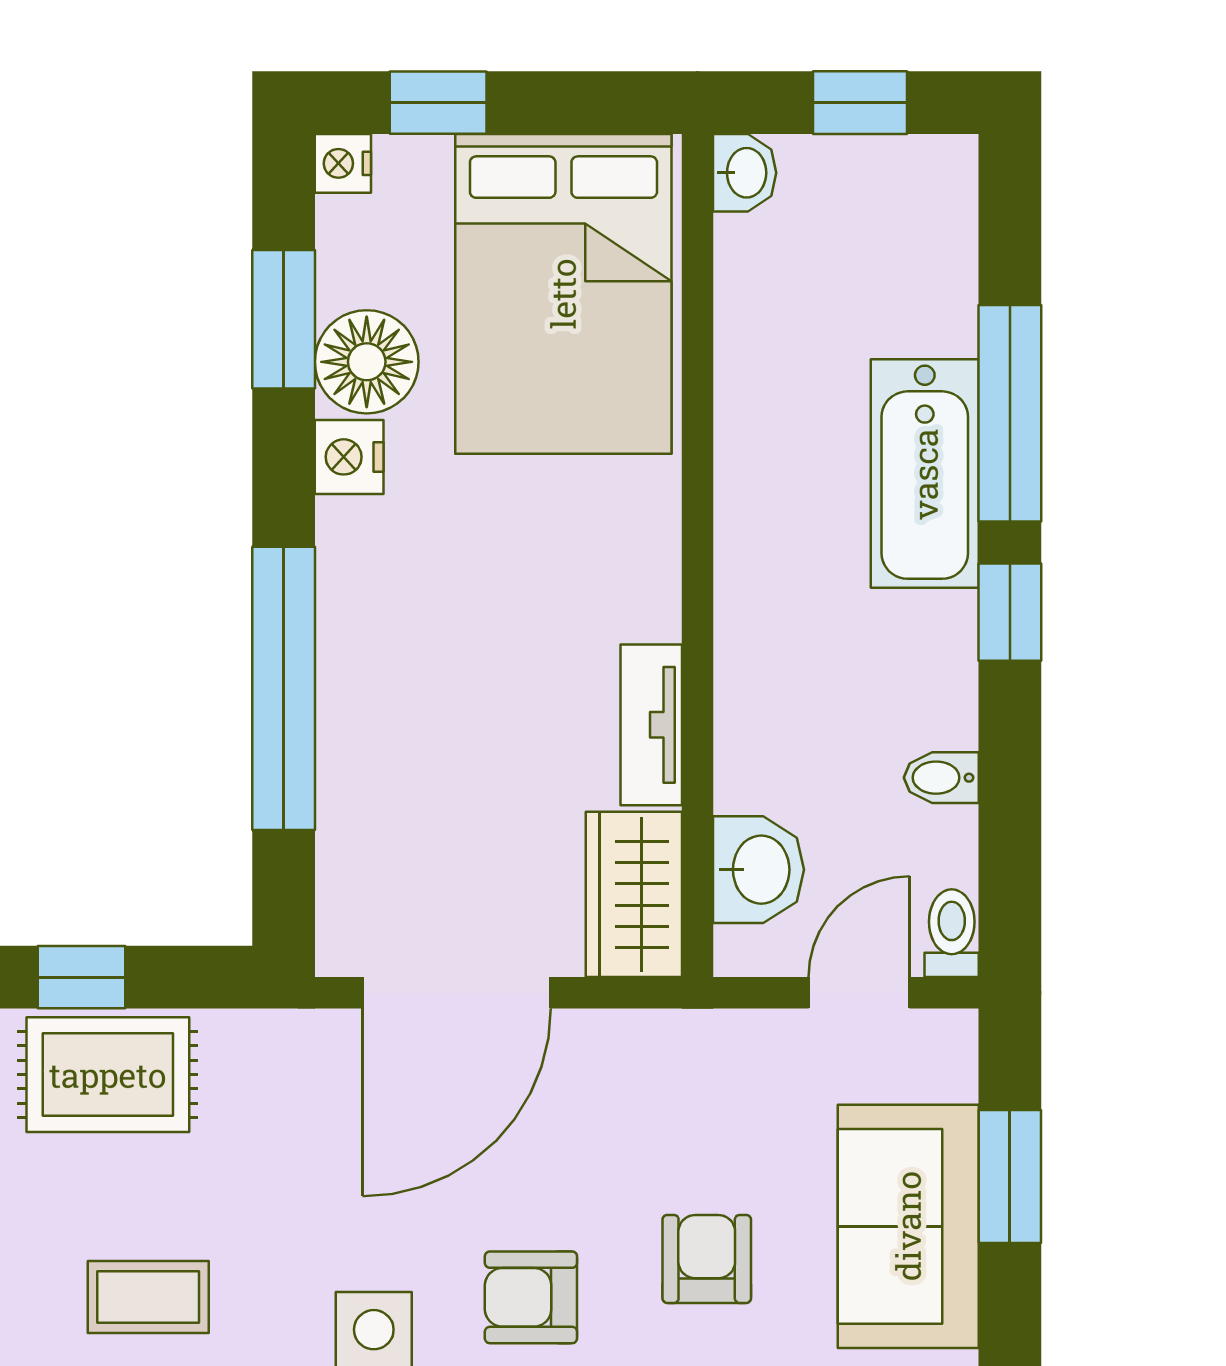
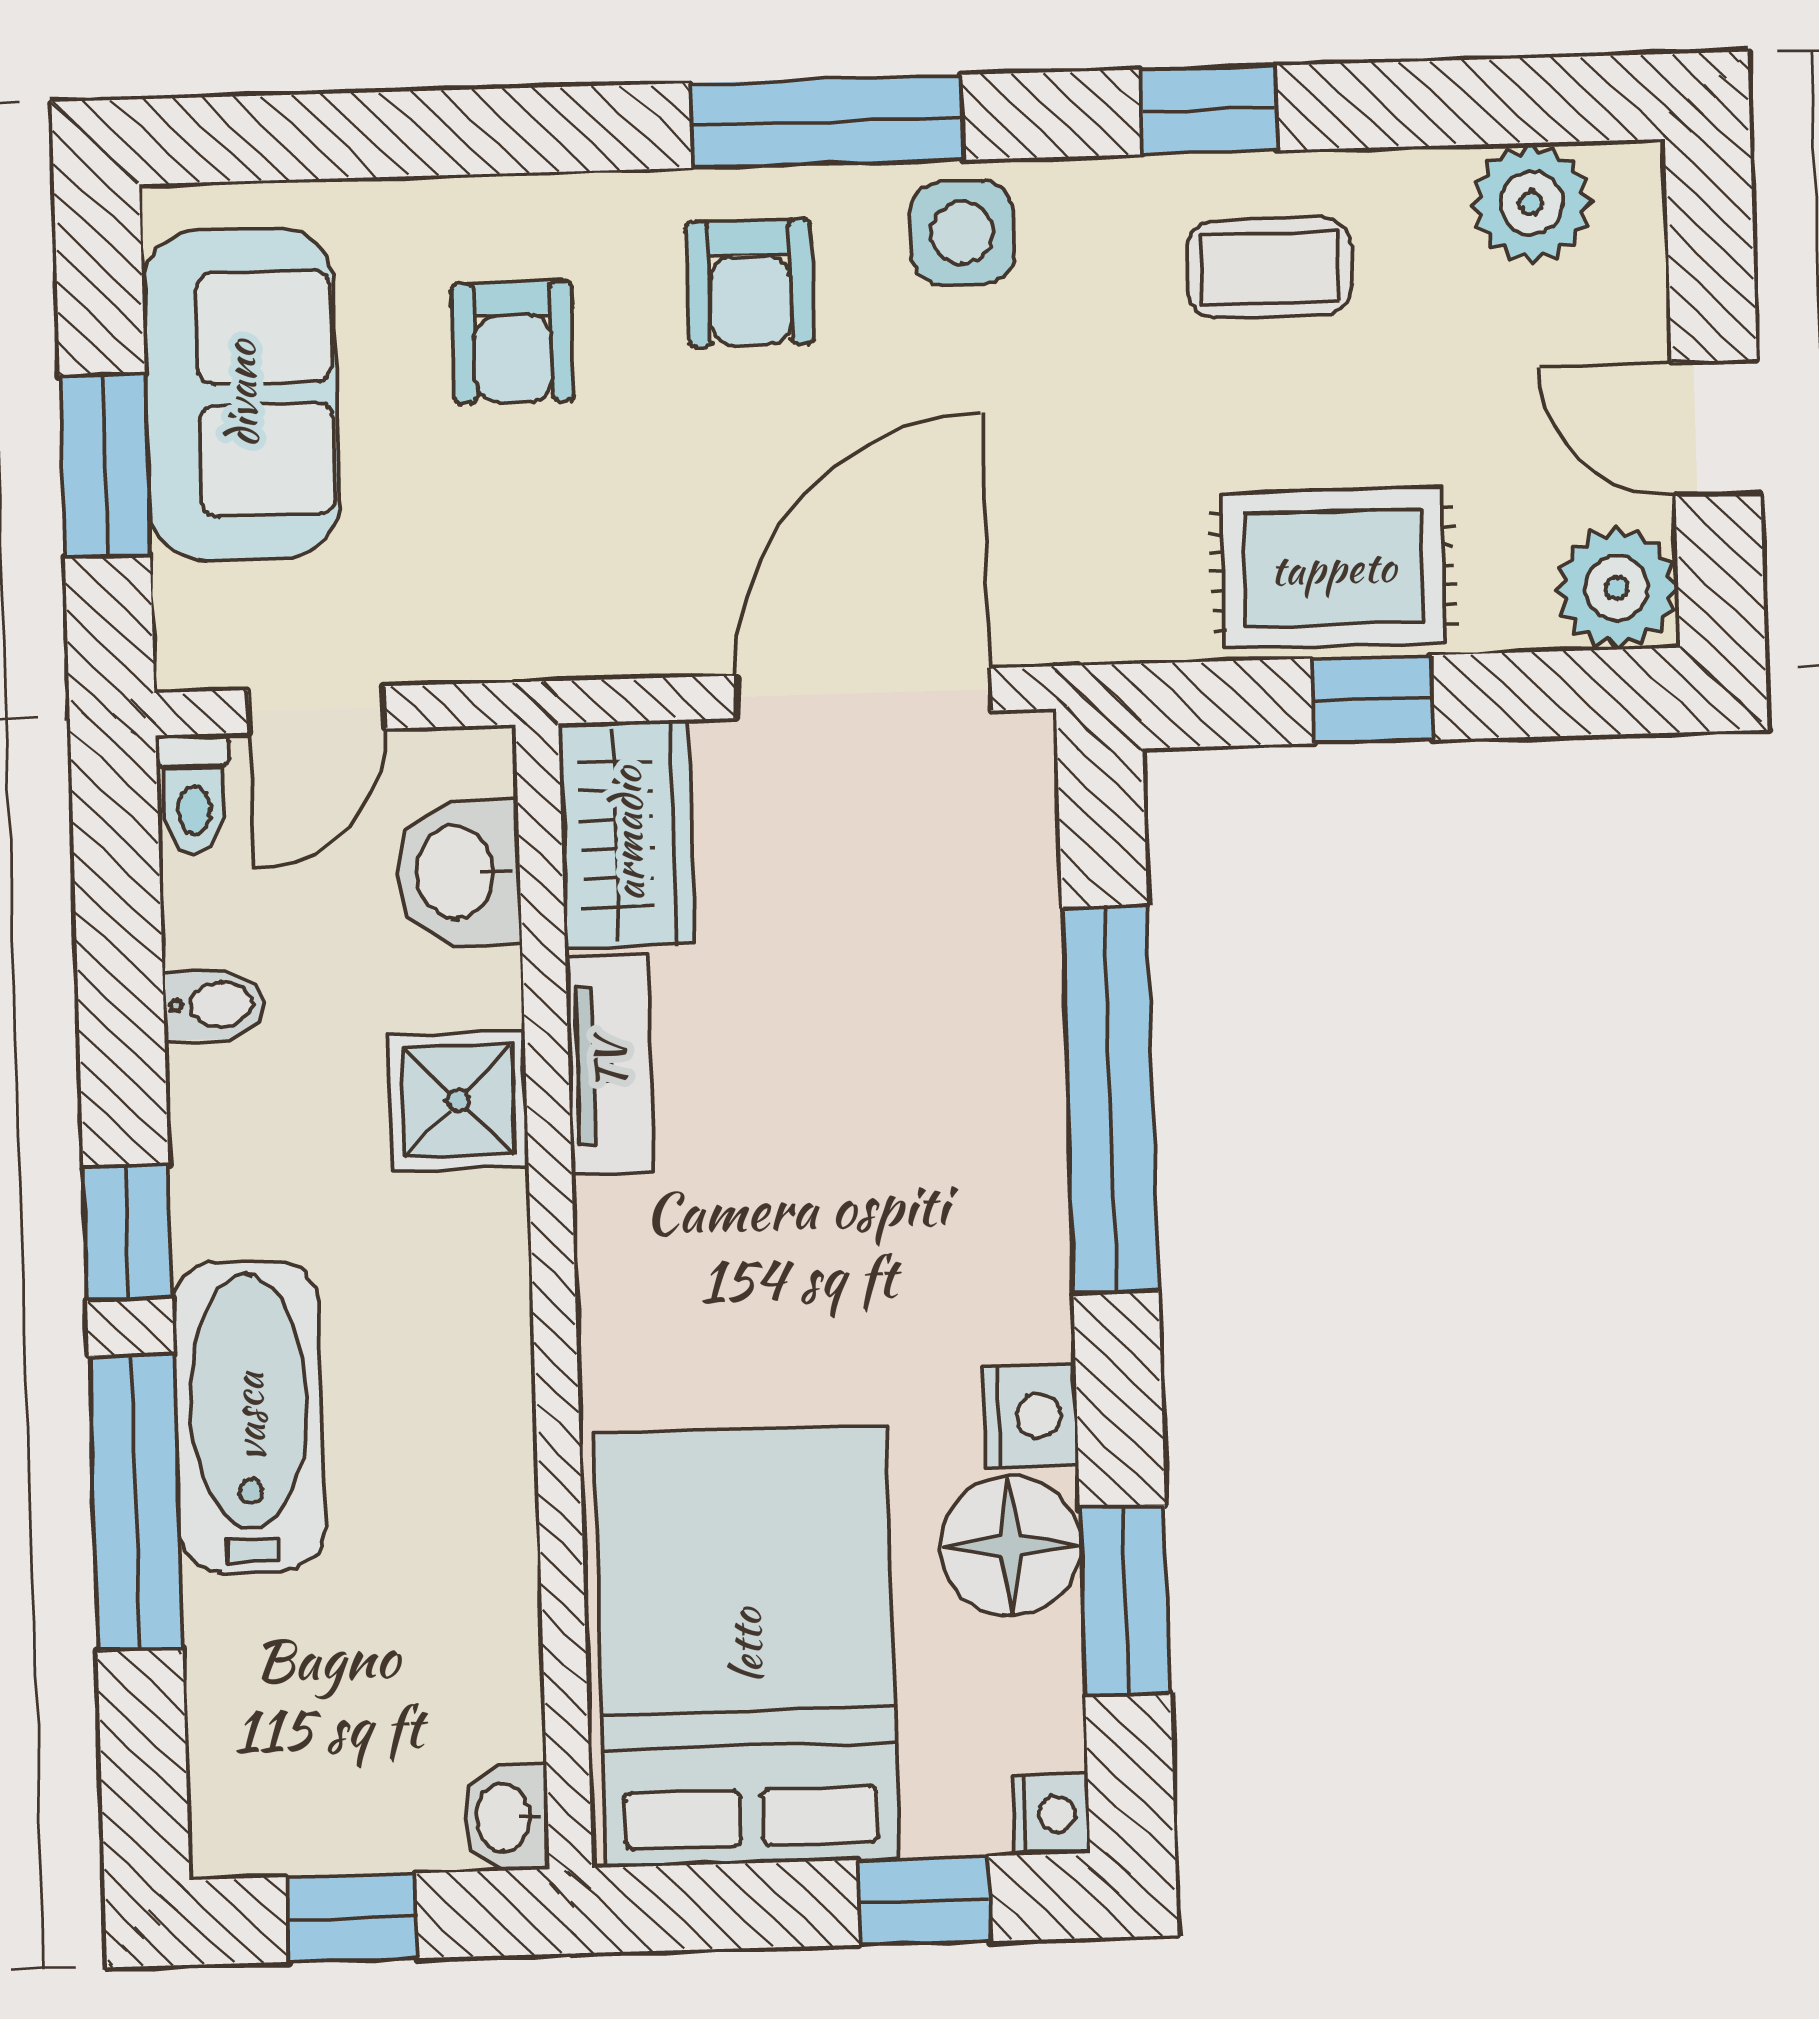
shower: (764, 702) -> (458, 1101), added
armchair: (531, 1297) -> (750, 283), turned 90

